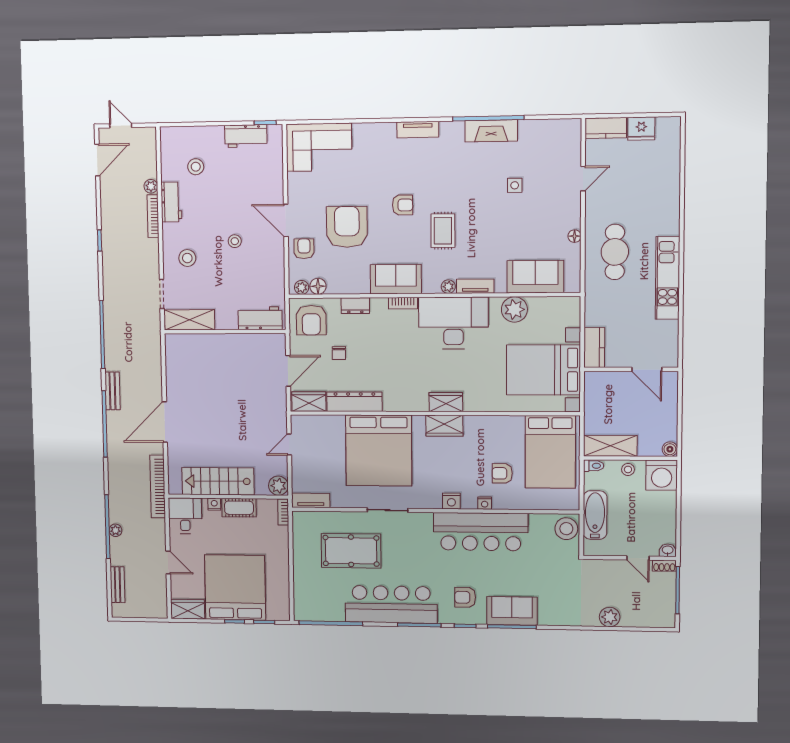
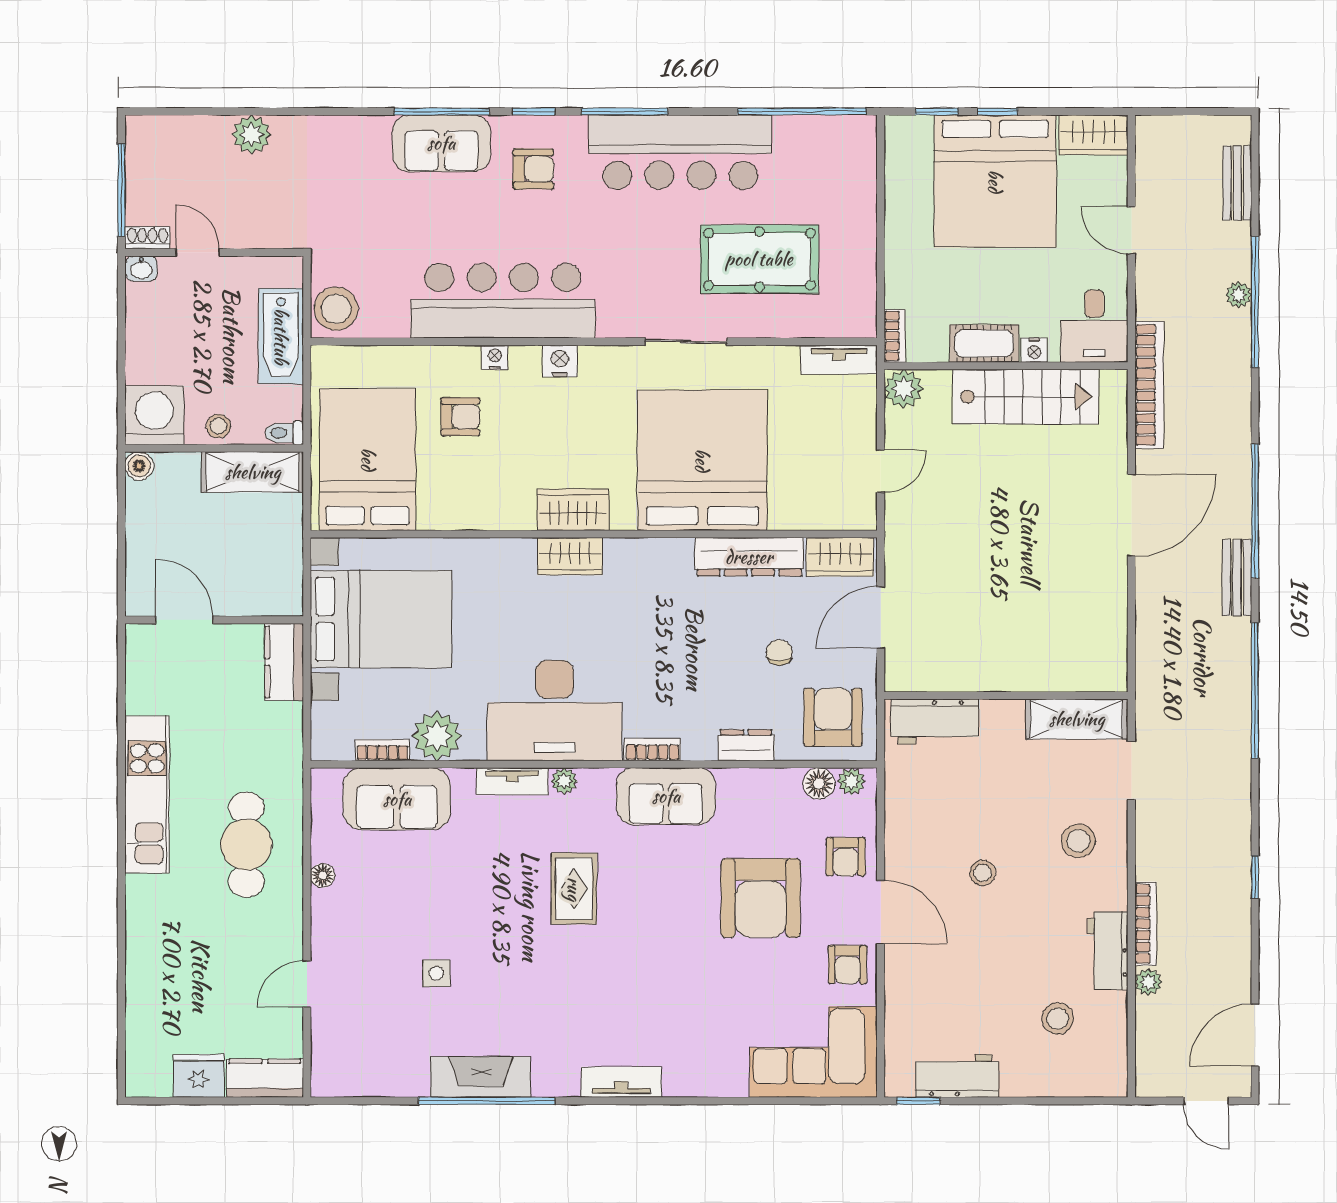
armchair: (403, 205) -> (847, 965), moved, turned -90
bookcase: (543, 302) -> (382, 750), added

